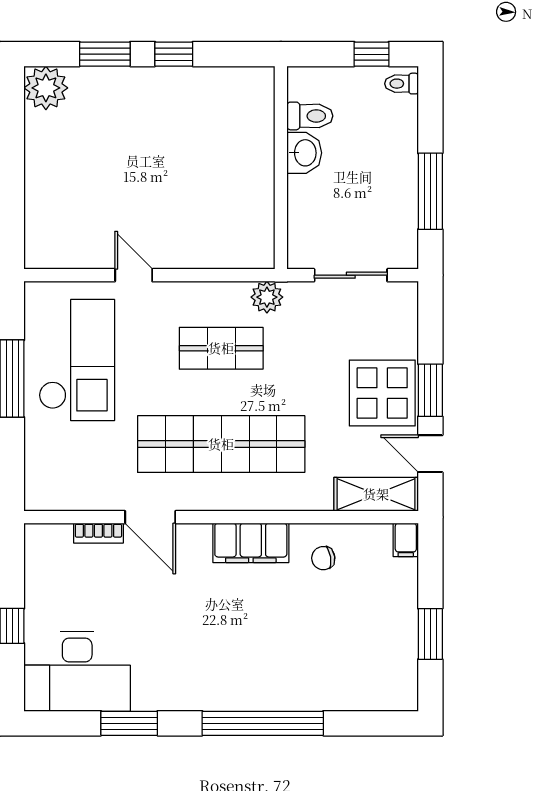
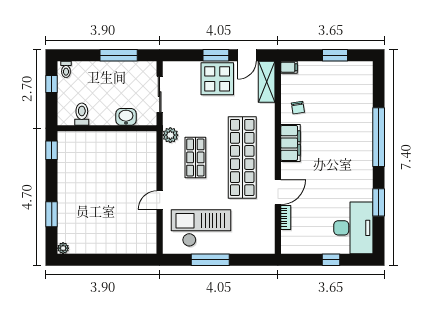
window: (174, 54) -> (52, 150), moved
plant: (46, 88) -> (63, 248), width x0.53, depth x0.53
washbasin: (304, 153) -> (126, 117), moved

